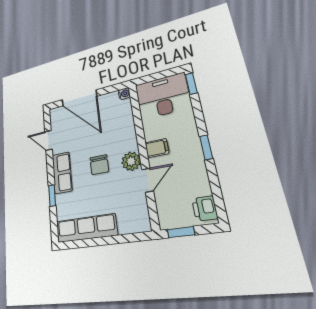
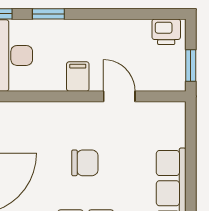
window: (206, 147) -> (48, 14), moved
plant: (131, 161) -> (89, 115), removed

